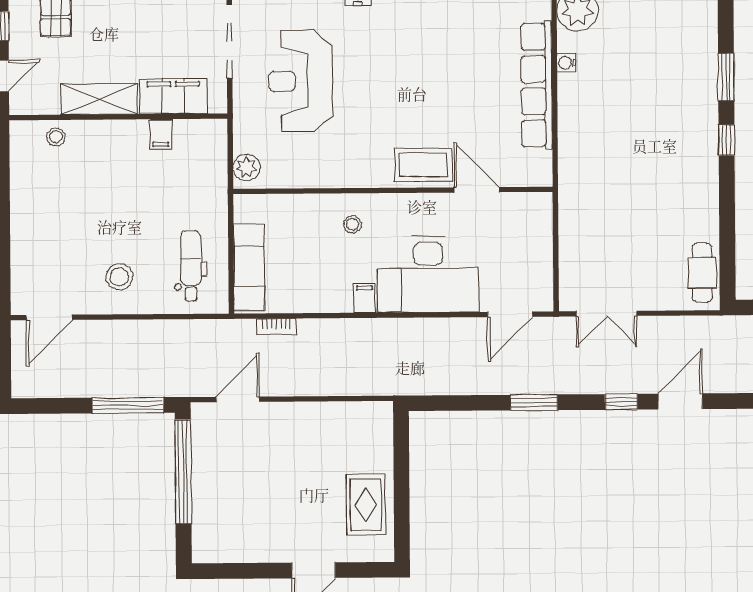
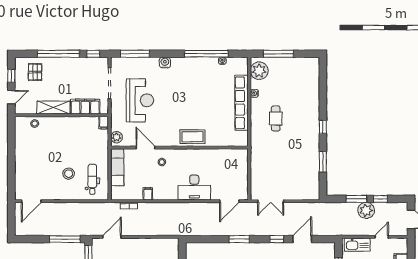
window: (726, 77) -> (323, 162), moved
reception desk: (300, 81) -> (140, 100), turned 180
filing cabinet: (161, 134) -> (104, 123), moved
door: (477, 190) -> (146, 148), moved
exam couch: (249, 267) -> (117, 167), moved
cafe table: (702, 273) -> (276, 119), moved
desk: (428, 274) -> (194, 187), width x0.73, depth x0.77
stool: (119, 277) -> (69, 174), moved
filing cabinet: (364, 298) -> (148, 194), moved

